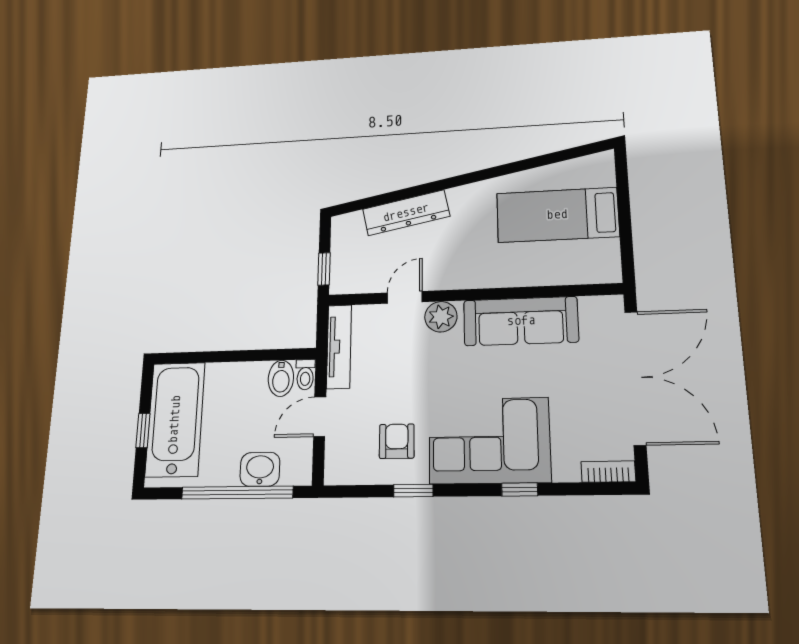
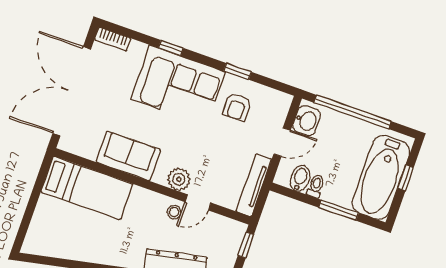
bed: (557, 215) -> (87, 188), moved
stool: (432, 274) -> (174, 212), added
sofa: (521, 321) -> (128, 156), width x0.73
window: (218, 357) -> (339, 210), added
toilet: (305, 375) -> (316, 186), moved
washbasin: (260, 469) -> (307, 121), moved, turned -90

